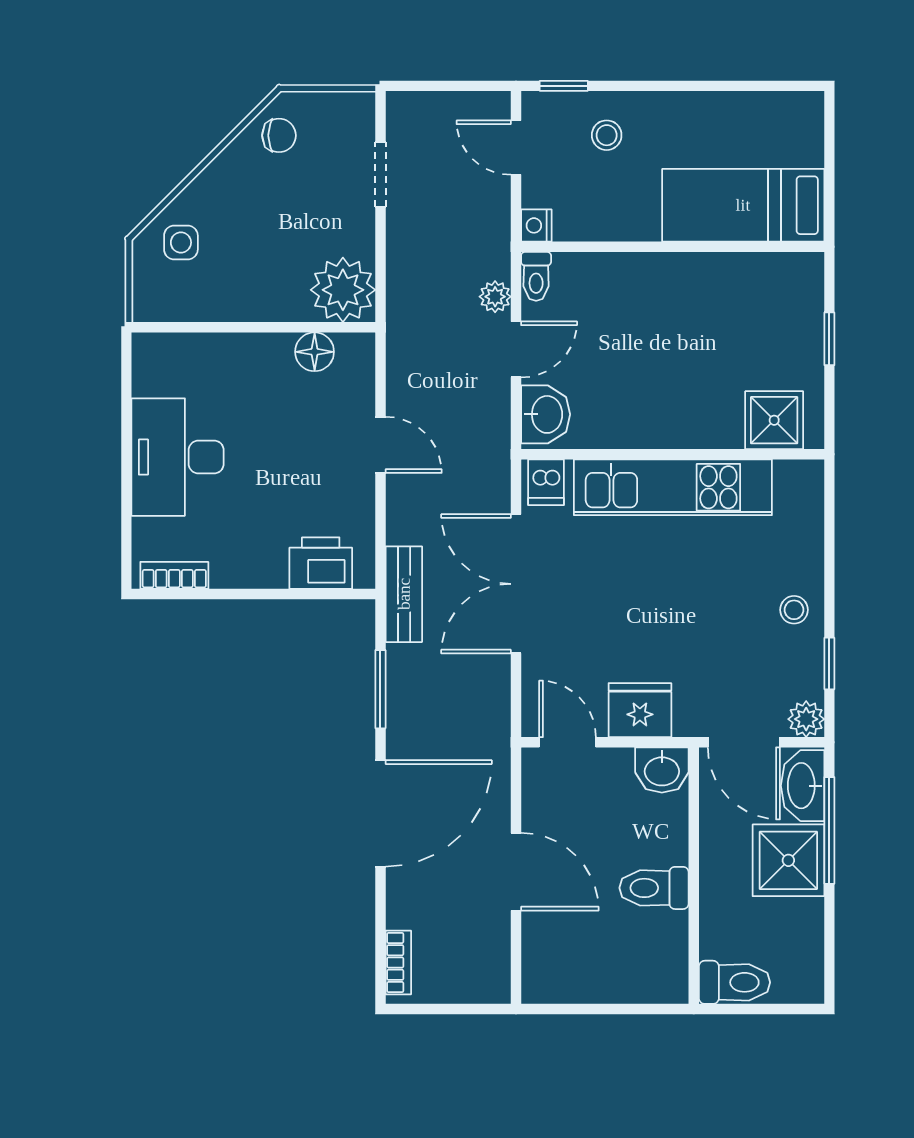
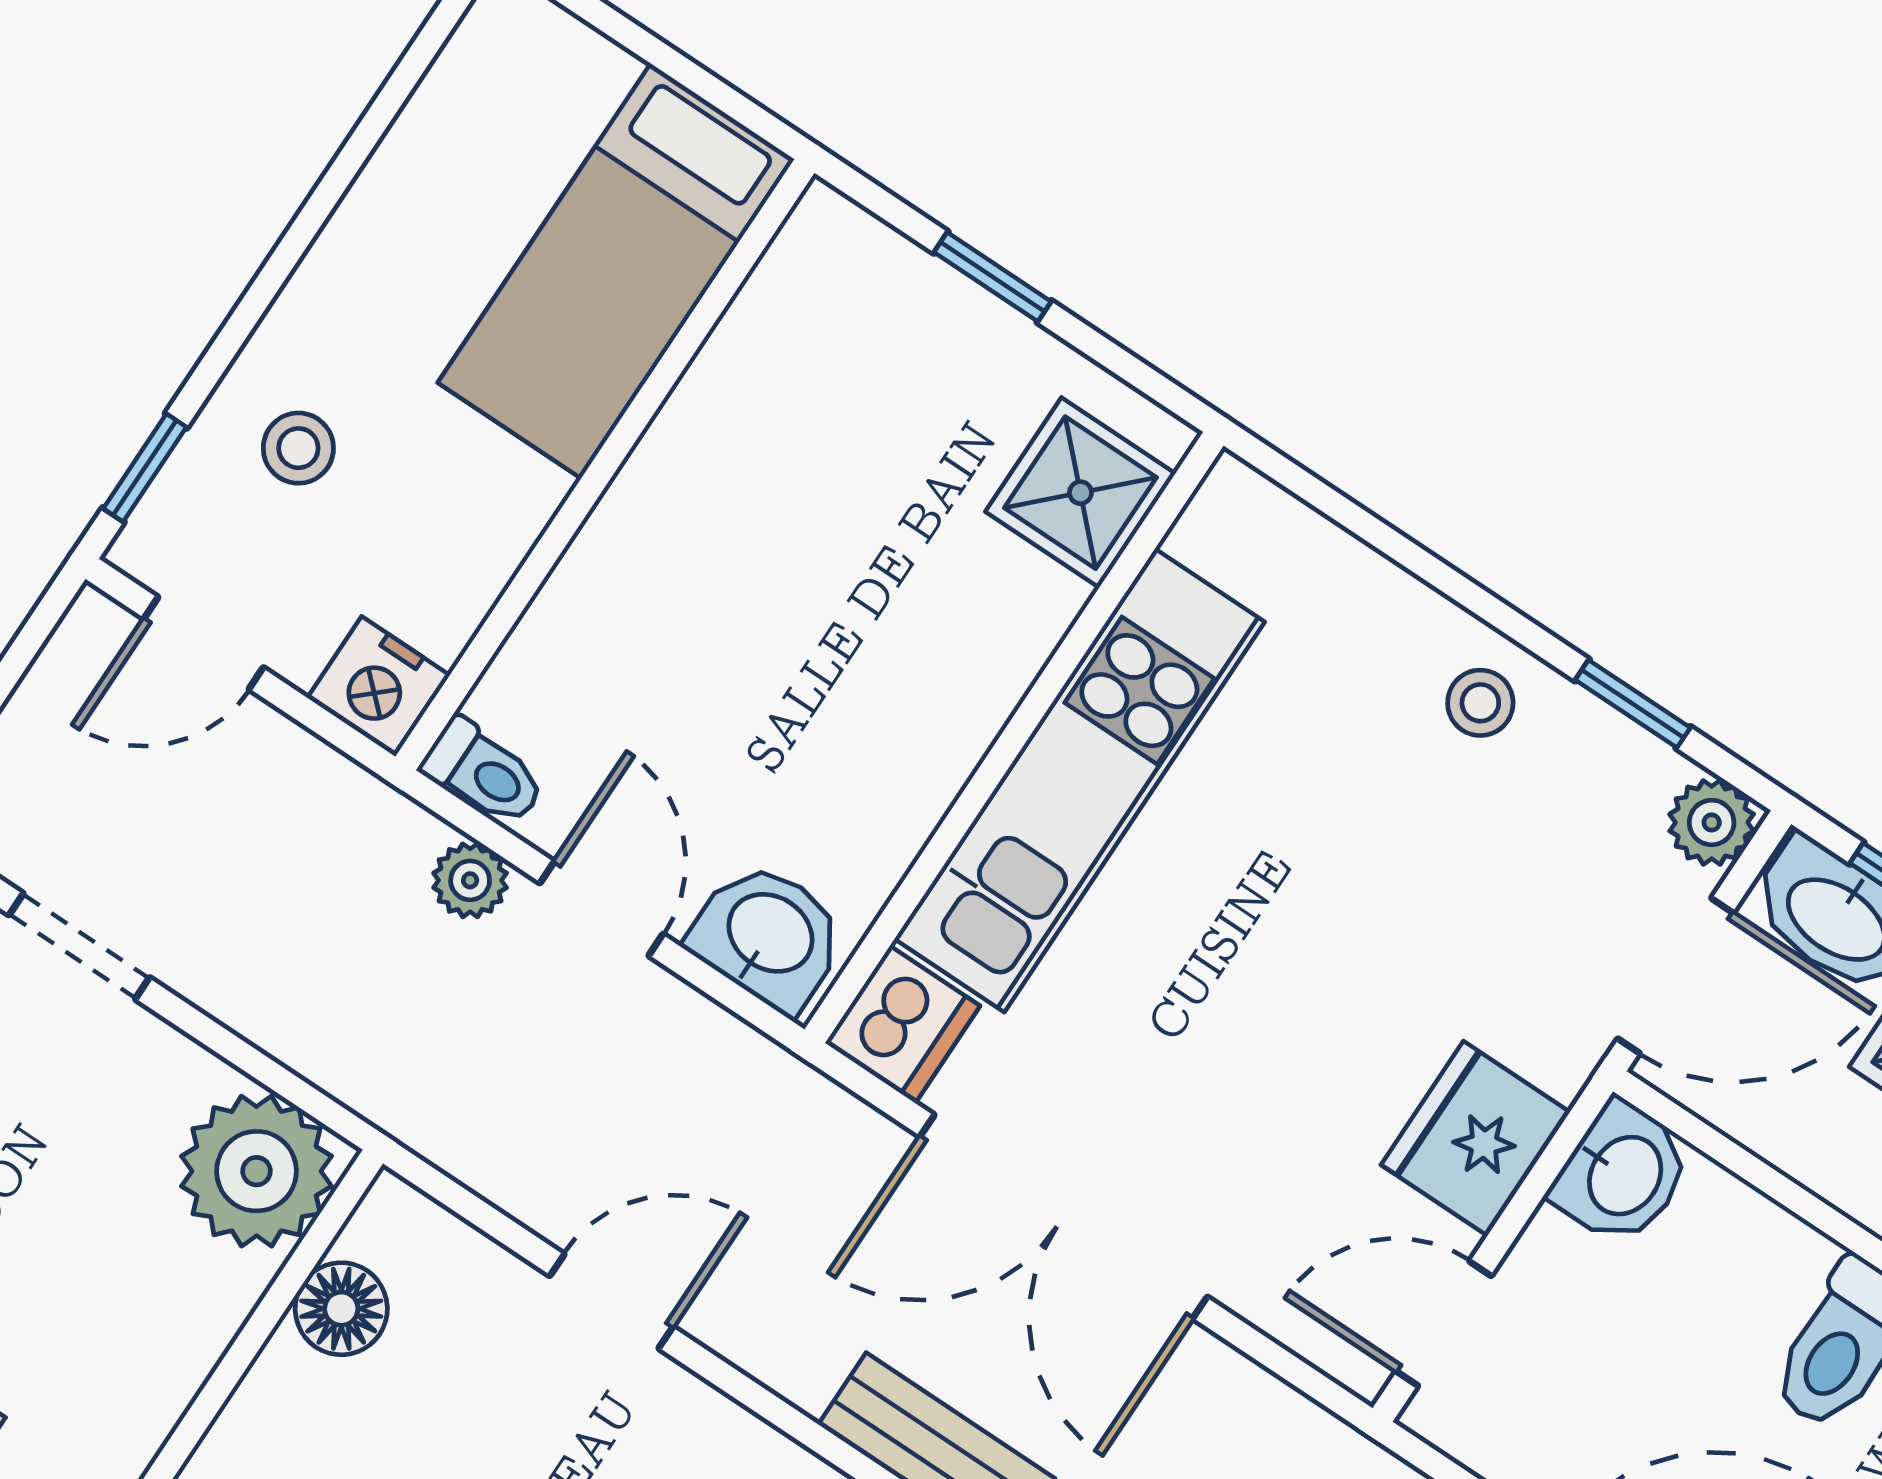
nightstand: (536, 225) -> (379, 687), width x1.39, depth x1.35
dishwasher: (546, 482) -> (903, 1024), width x1.38

